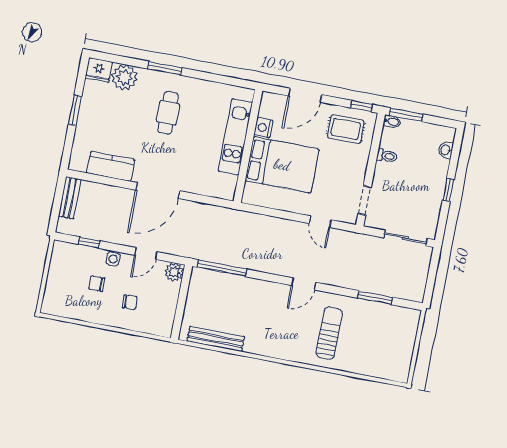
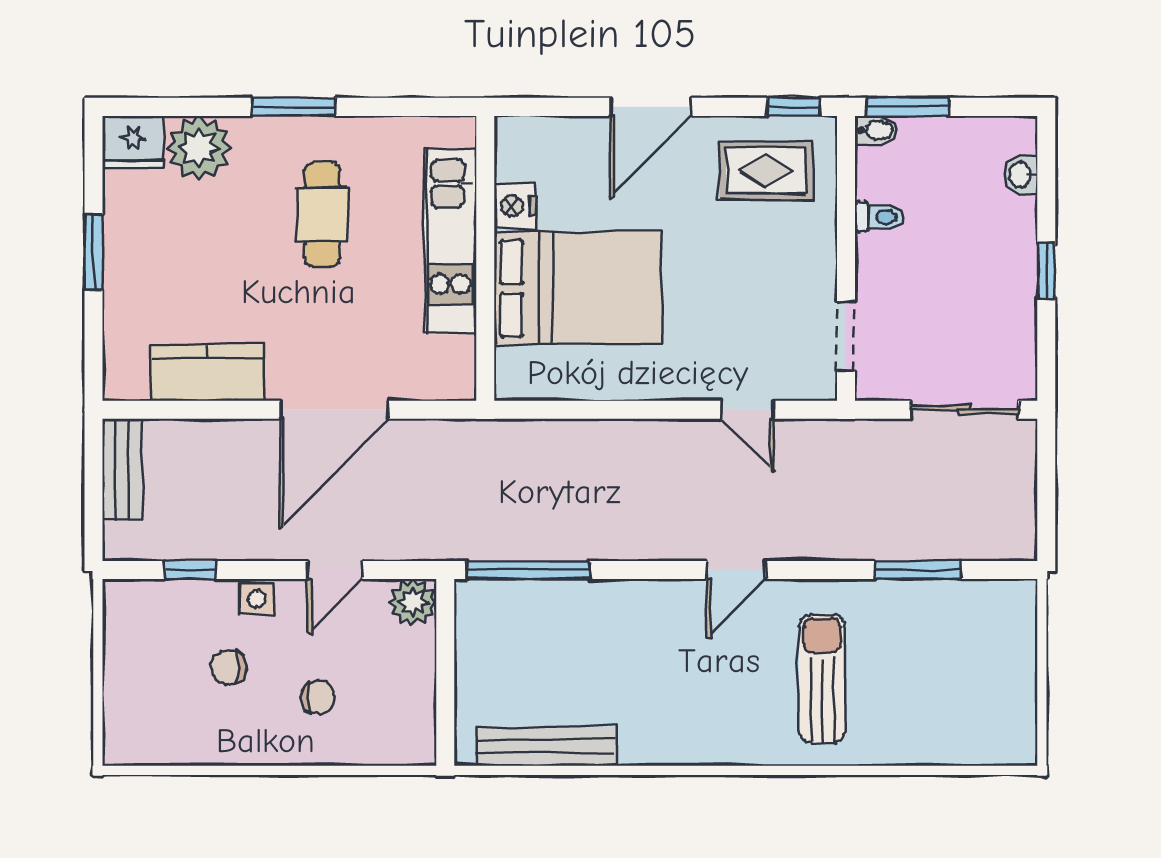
nightstand: (264, 128) -> (515, 206), moved
kitchen unit: (235, 137) -> (450, 241), moved
wall: (248, 146) -> (485, 258), moved
bed: (282, 165) -> (578, 288), moved

